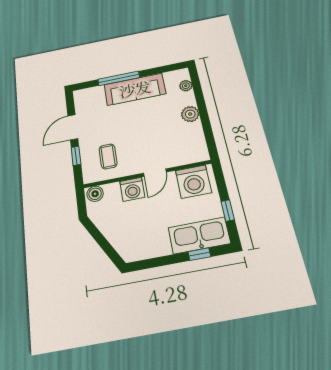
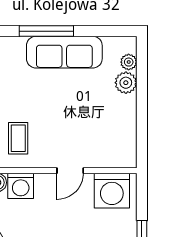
plant: (190, 114) -> (126, 83), moved
washing machine: (132, 189) -> (21, 186), moved

